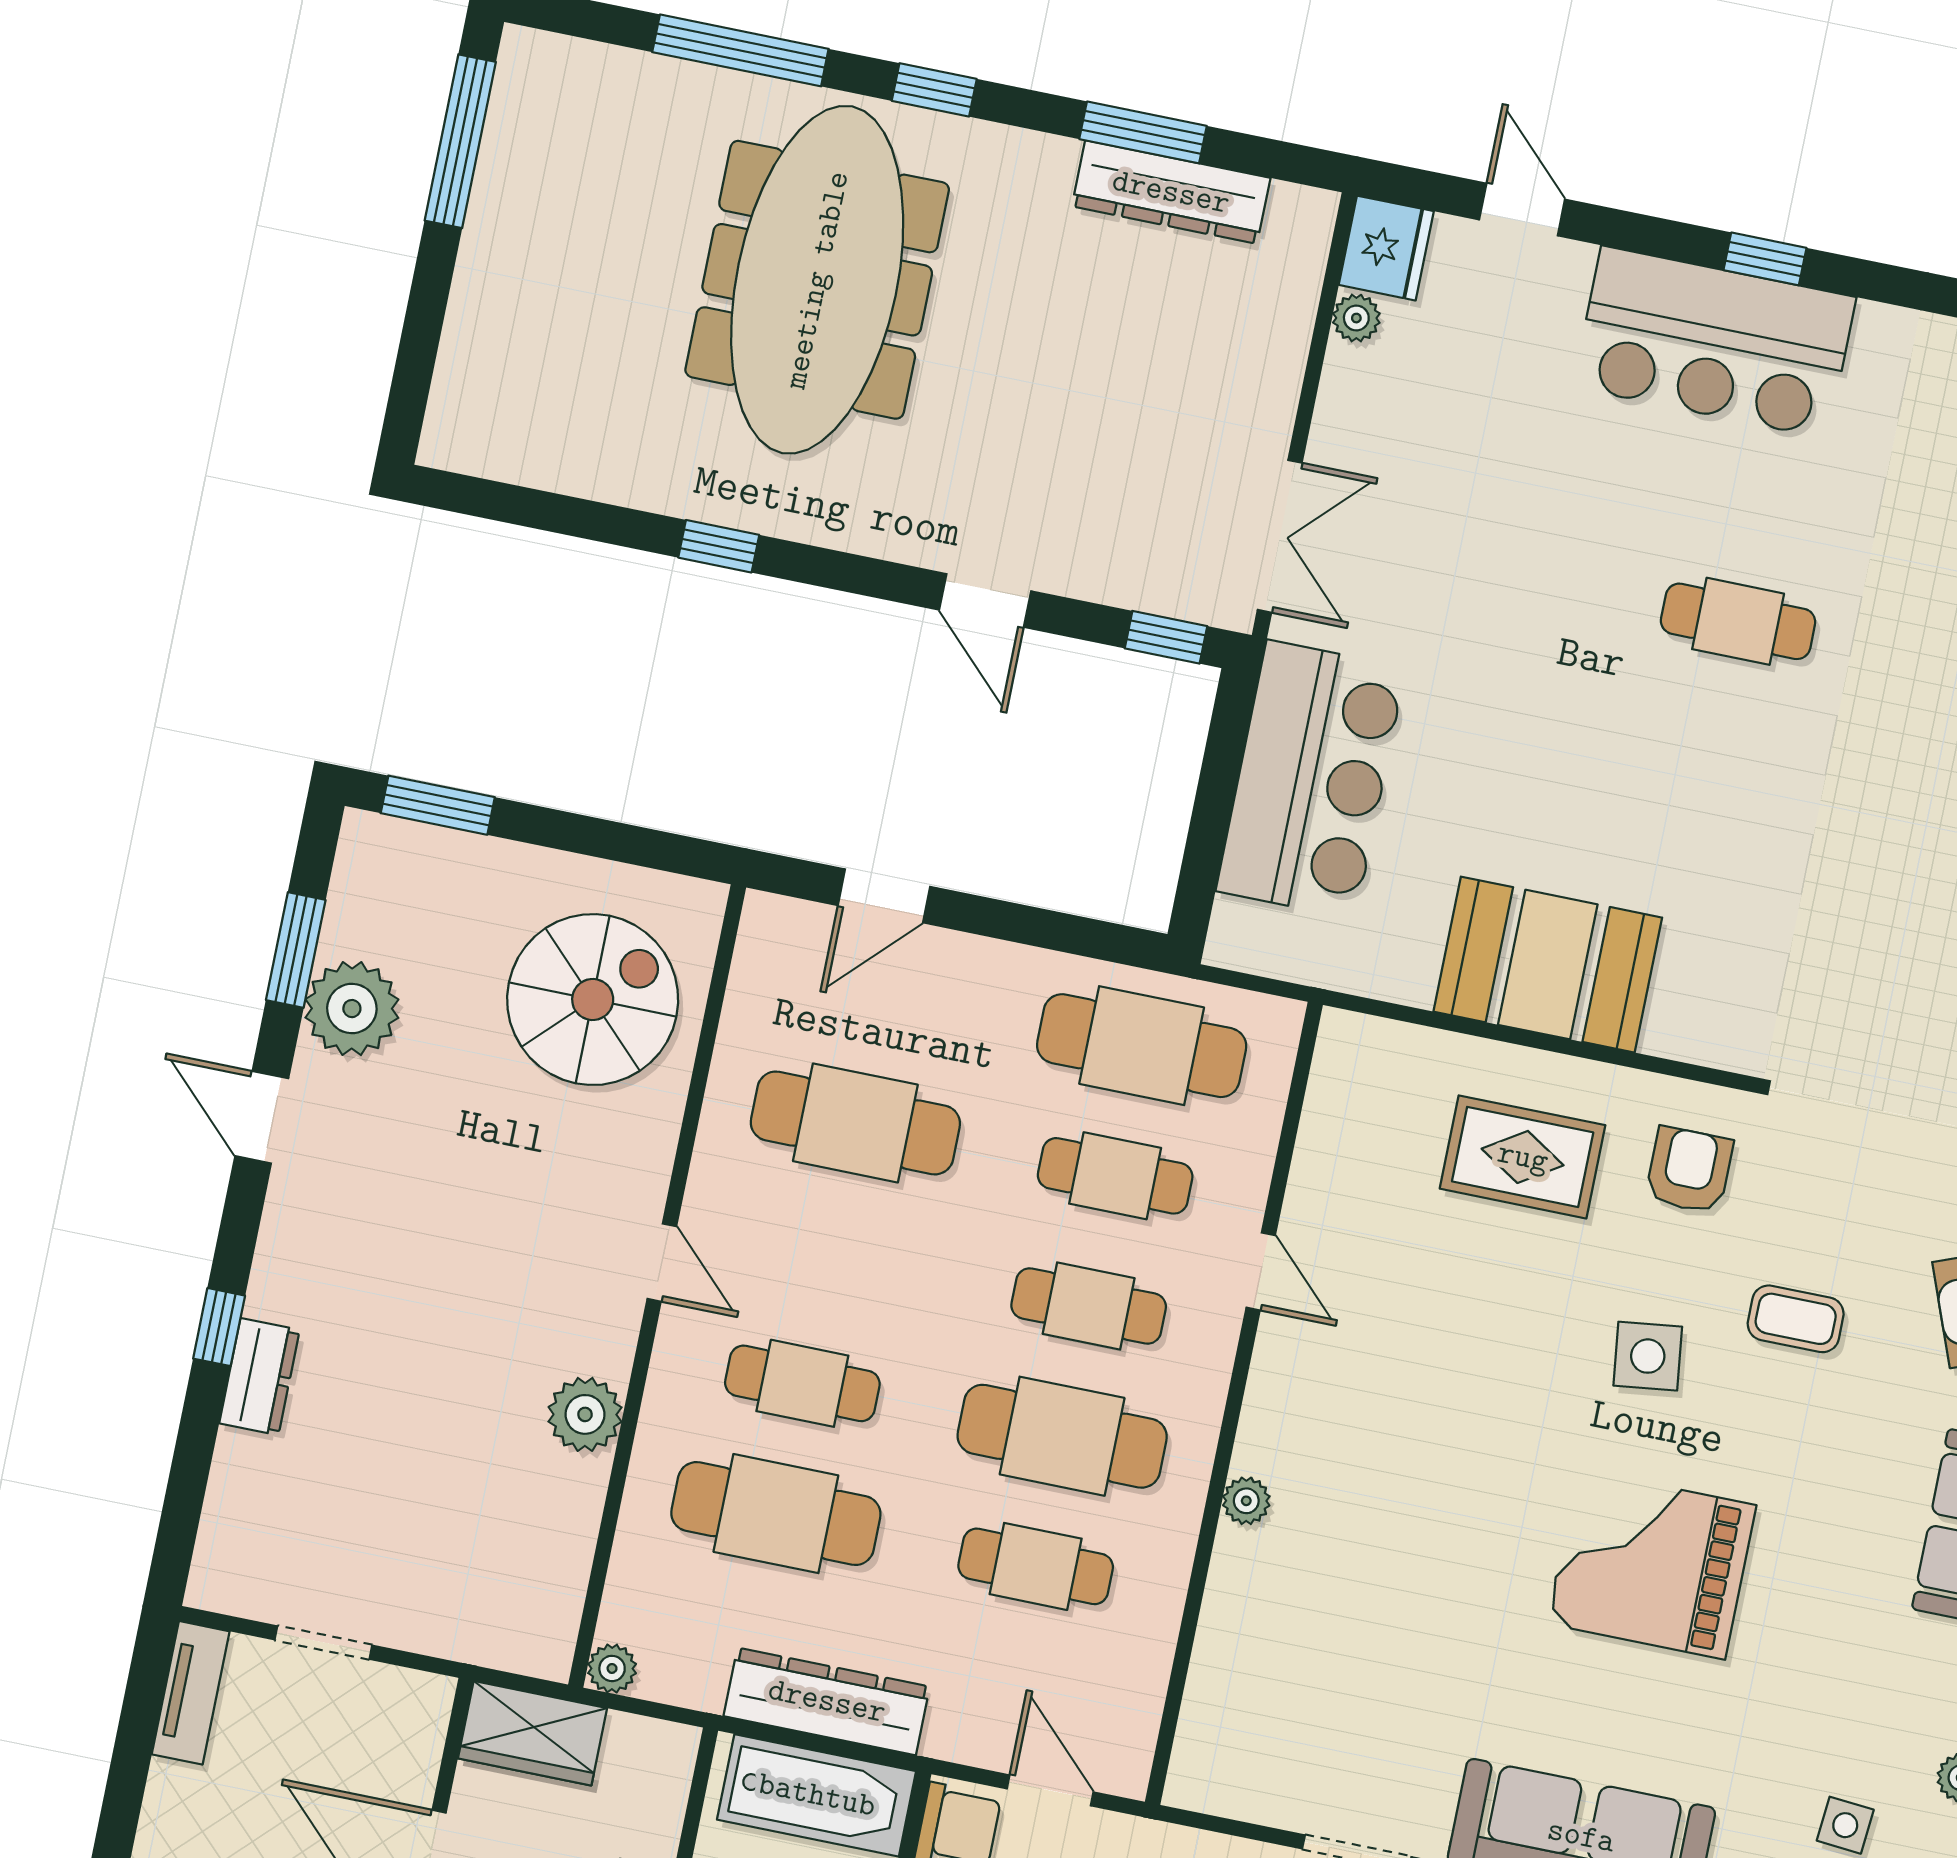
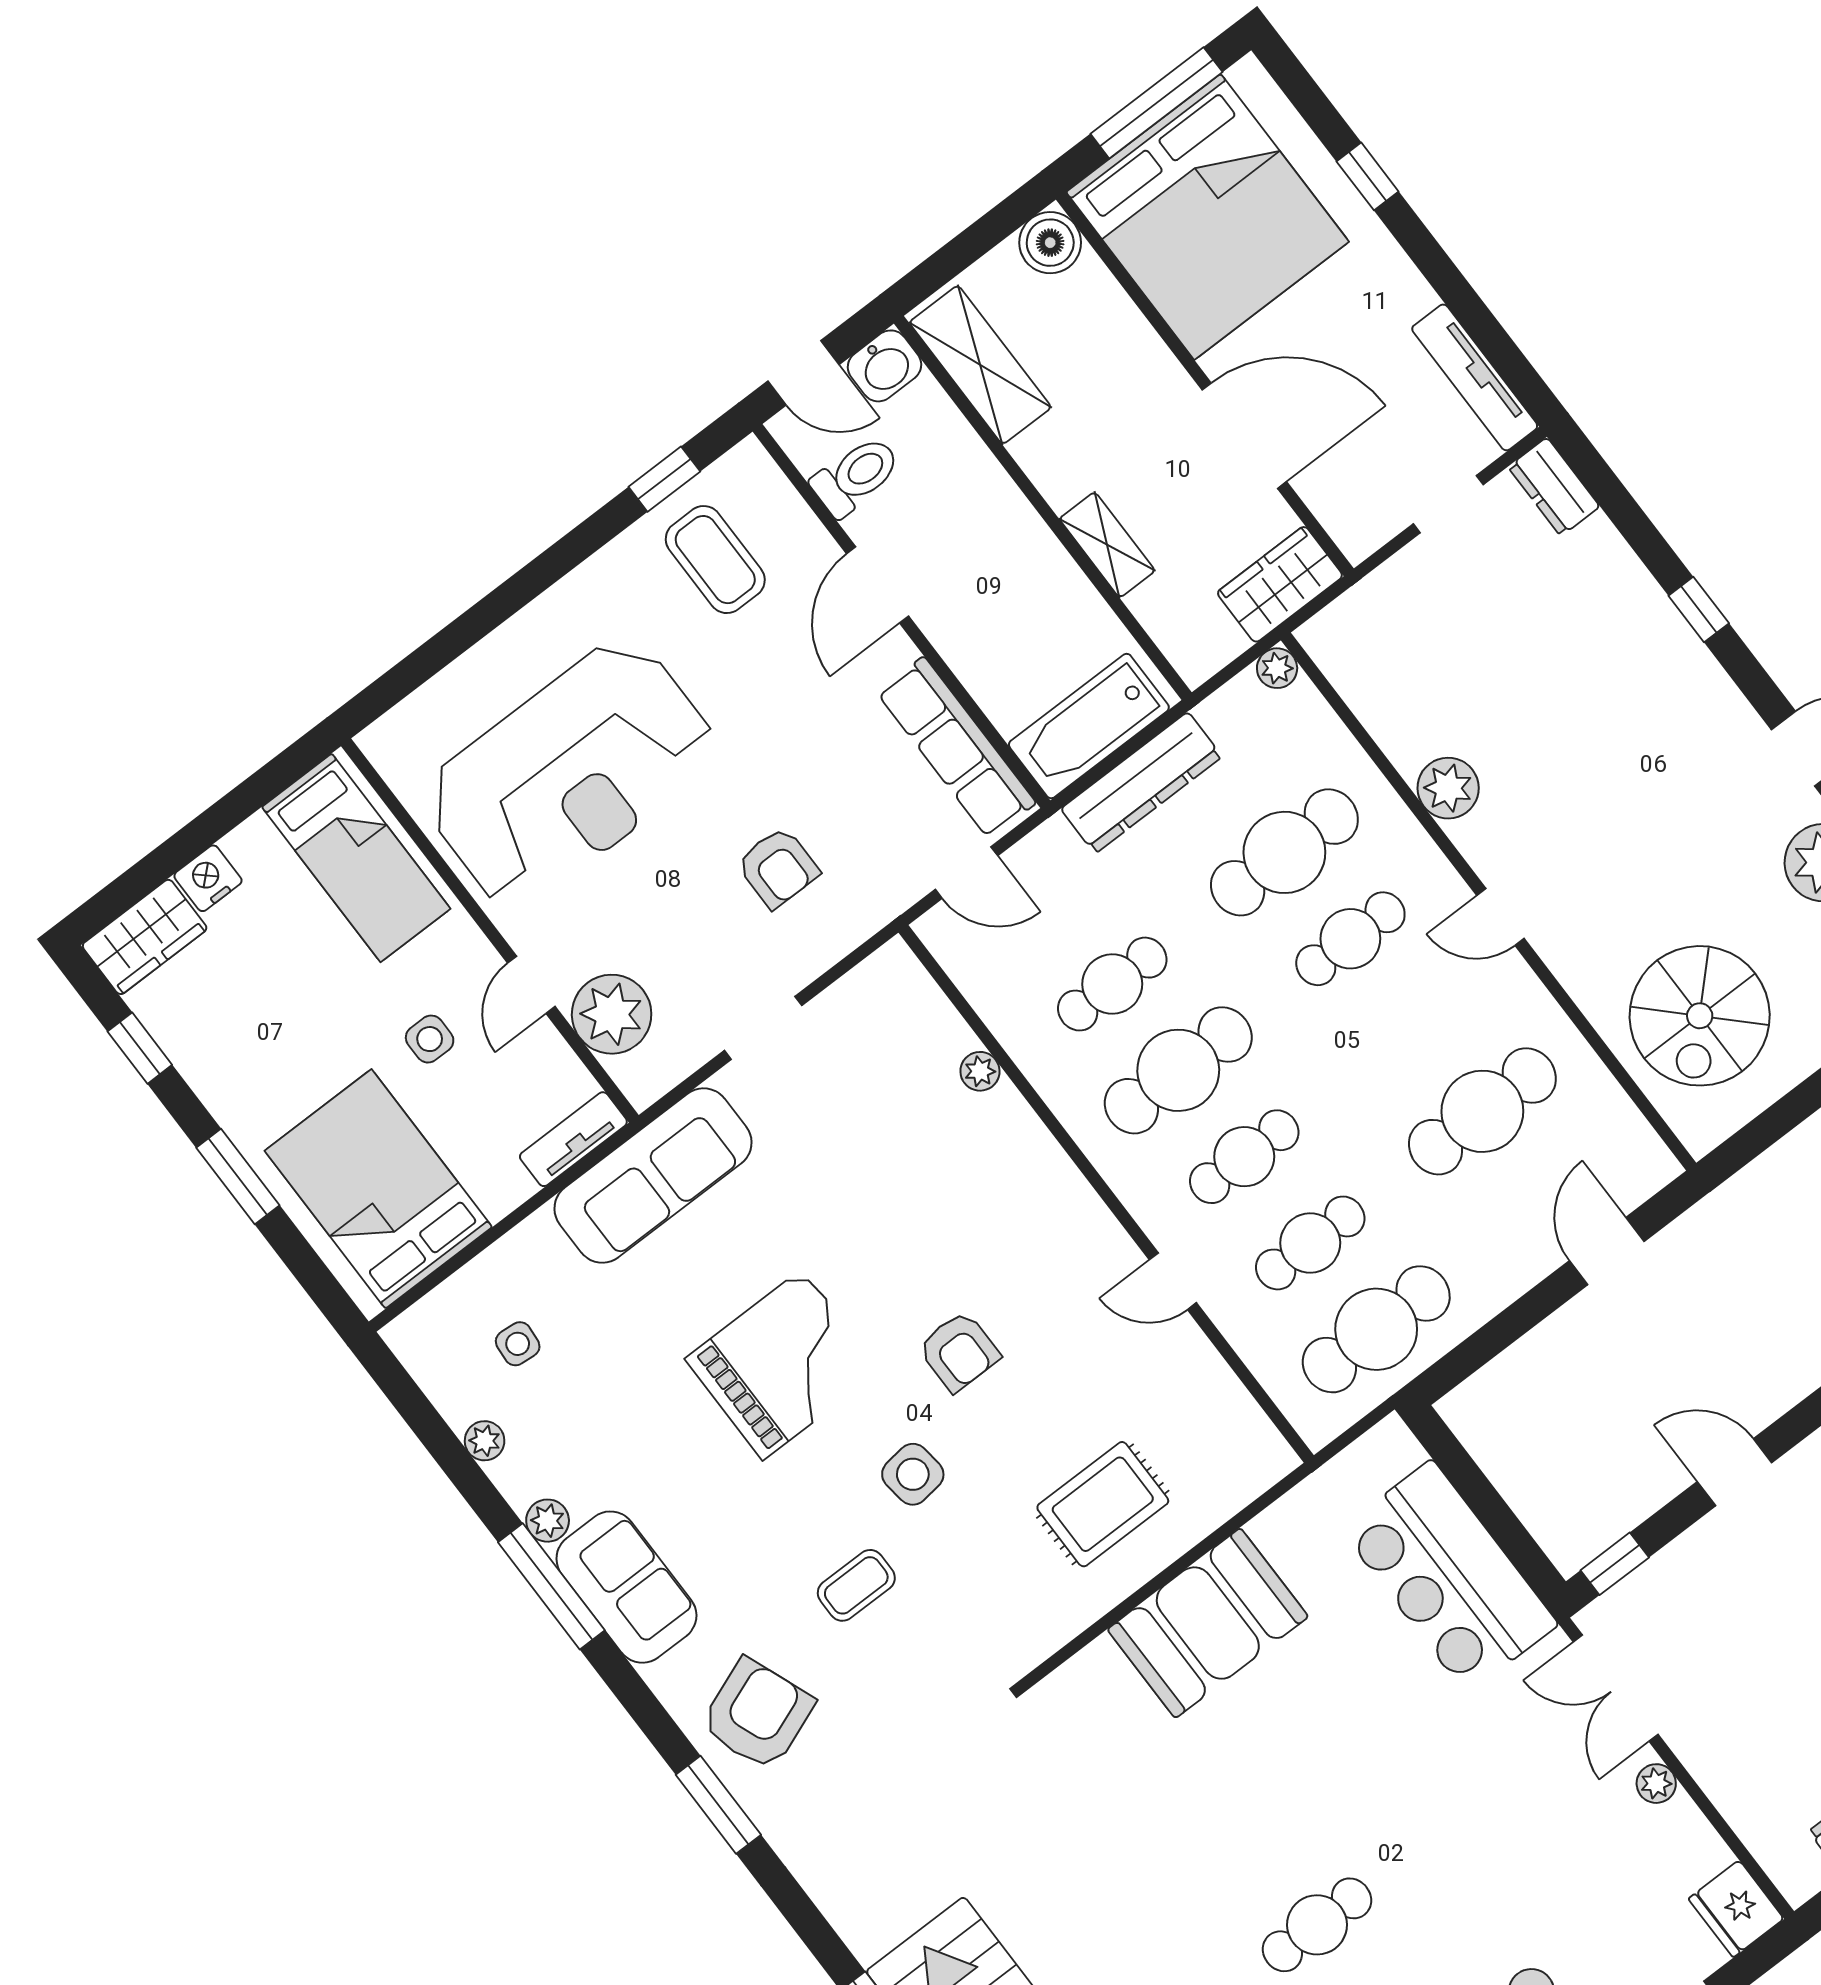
plant: (1356, 318) -> (1656, 1784), moved
armchair: (1689, 1170) -> (959, 1351), moved
dresser: (259, 1377) -> (1554, 487), moved
plant: (1246, 1501) -> (980, 1071), moved
tv unit: (191, 1693) -> (1475, 377), width x1.41

